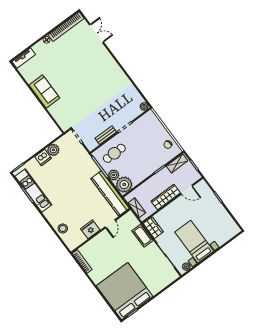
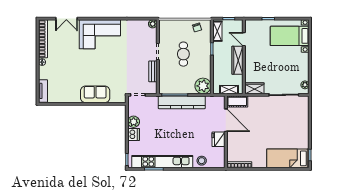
double door: (96, 34) -> (66, 19), swing flipped
corner sofa: (104, 70) -> (100, 34), added
sofa: (44, 91) -> (95, 94), moved
cafe table: (114, 153) -> (183, 54), moved
plant: (114, 175) -> (189, 89), removed
door: (187, 190) -> (244, 39), swing flipped
kitchen unit: (33, 191) -> (162, 162), width x1.36
kitchen counter: (110, 193) -> (182, 102), moved
door: (110, 224) -> (226, 120), width x1.88
cot: (143, 236) -> (237, 101), moved
bed with nightstands: (194, 242) -> (290, 36), moved
bed: (125, 291) -> (288, 158), width x0.49

